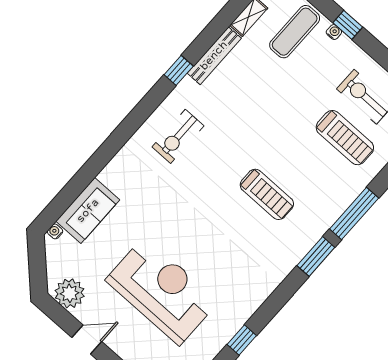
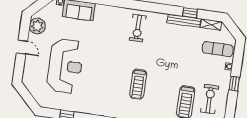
window: (348, 25) -> (234, 84), moved
window: (179, 70) -> (190, 13), moved
exercise bike: (178, 136) -> (138, 28), turned -90

